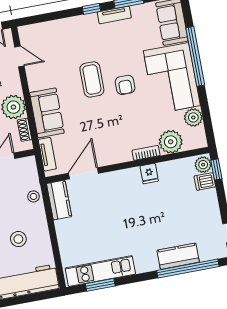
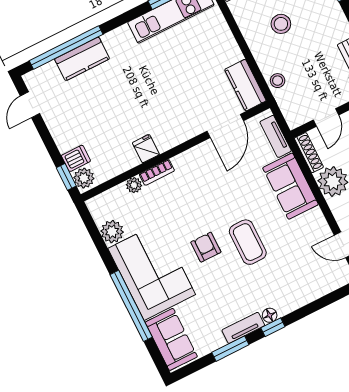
floor lamp: (91, 19) -> (270, 315), added
shoe rack: (25, 130) -> (309, 153), width x1.43
plant: (171, 142) -> (134, 185), width x0.53, depth x0.53

